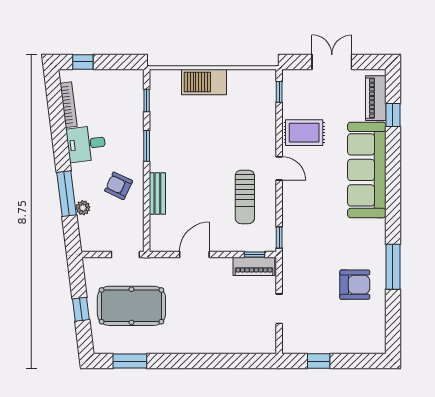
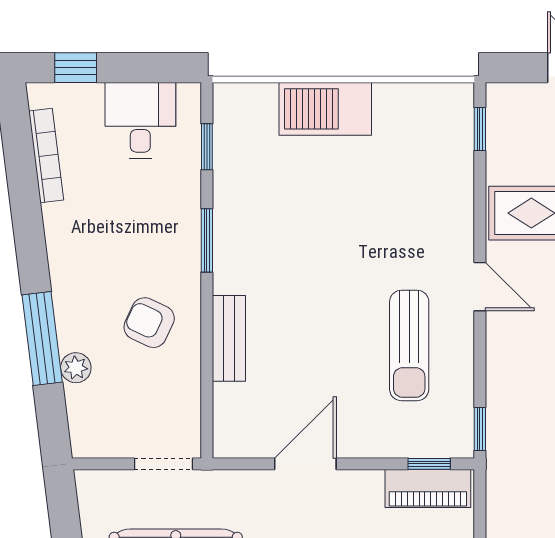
desk: (86, 144) -> (140, 120), moved, turned 97

